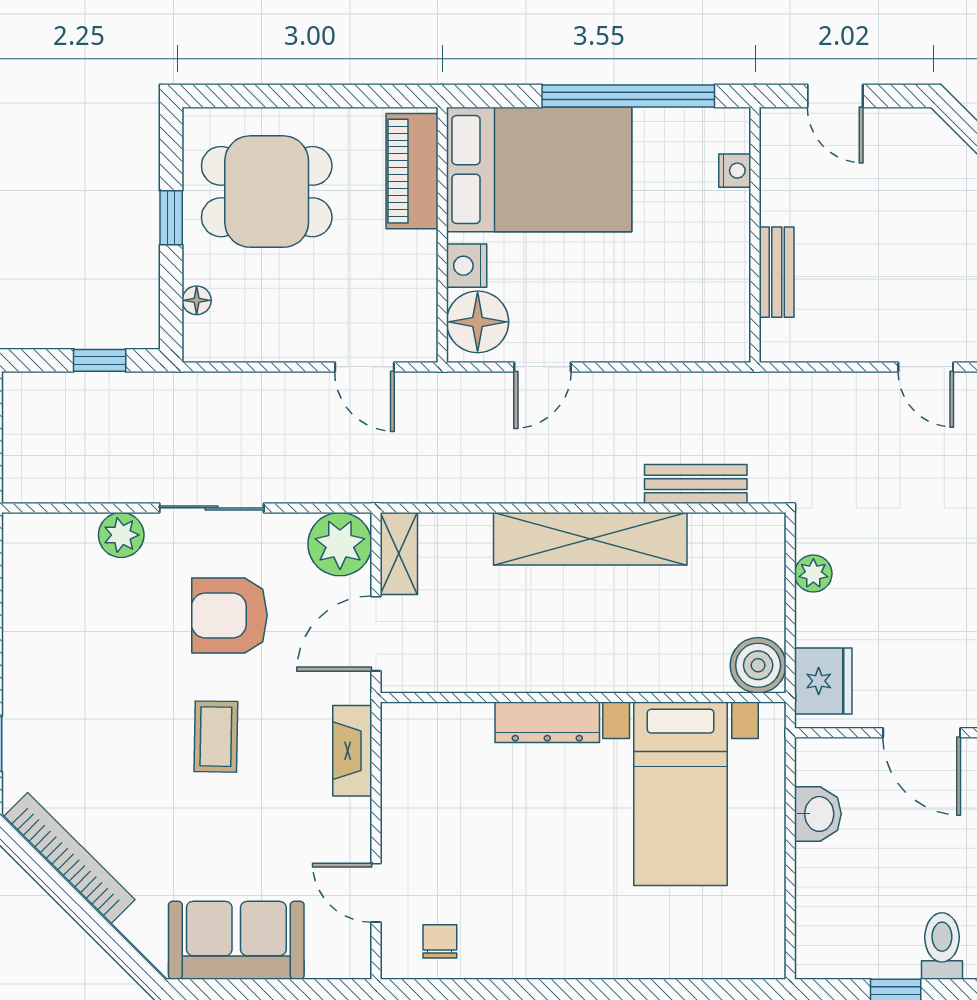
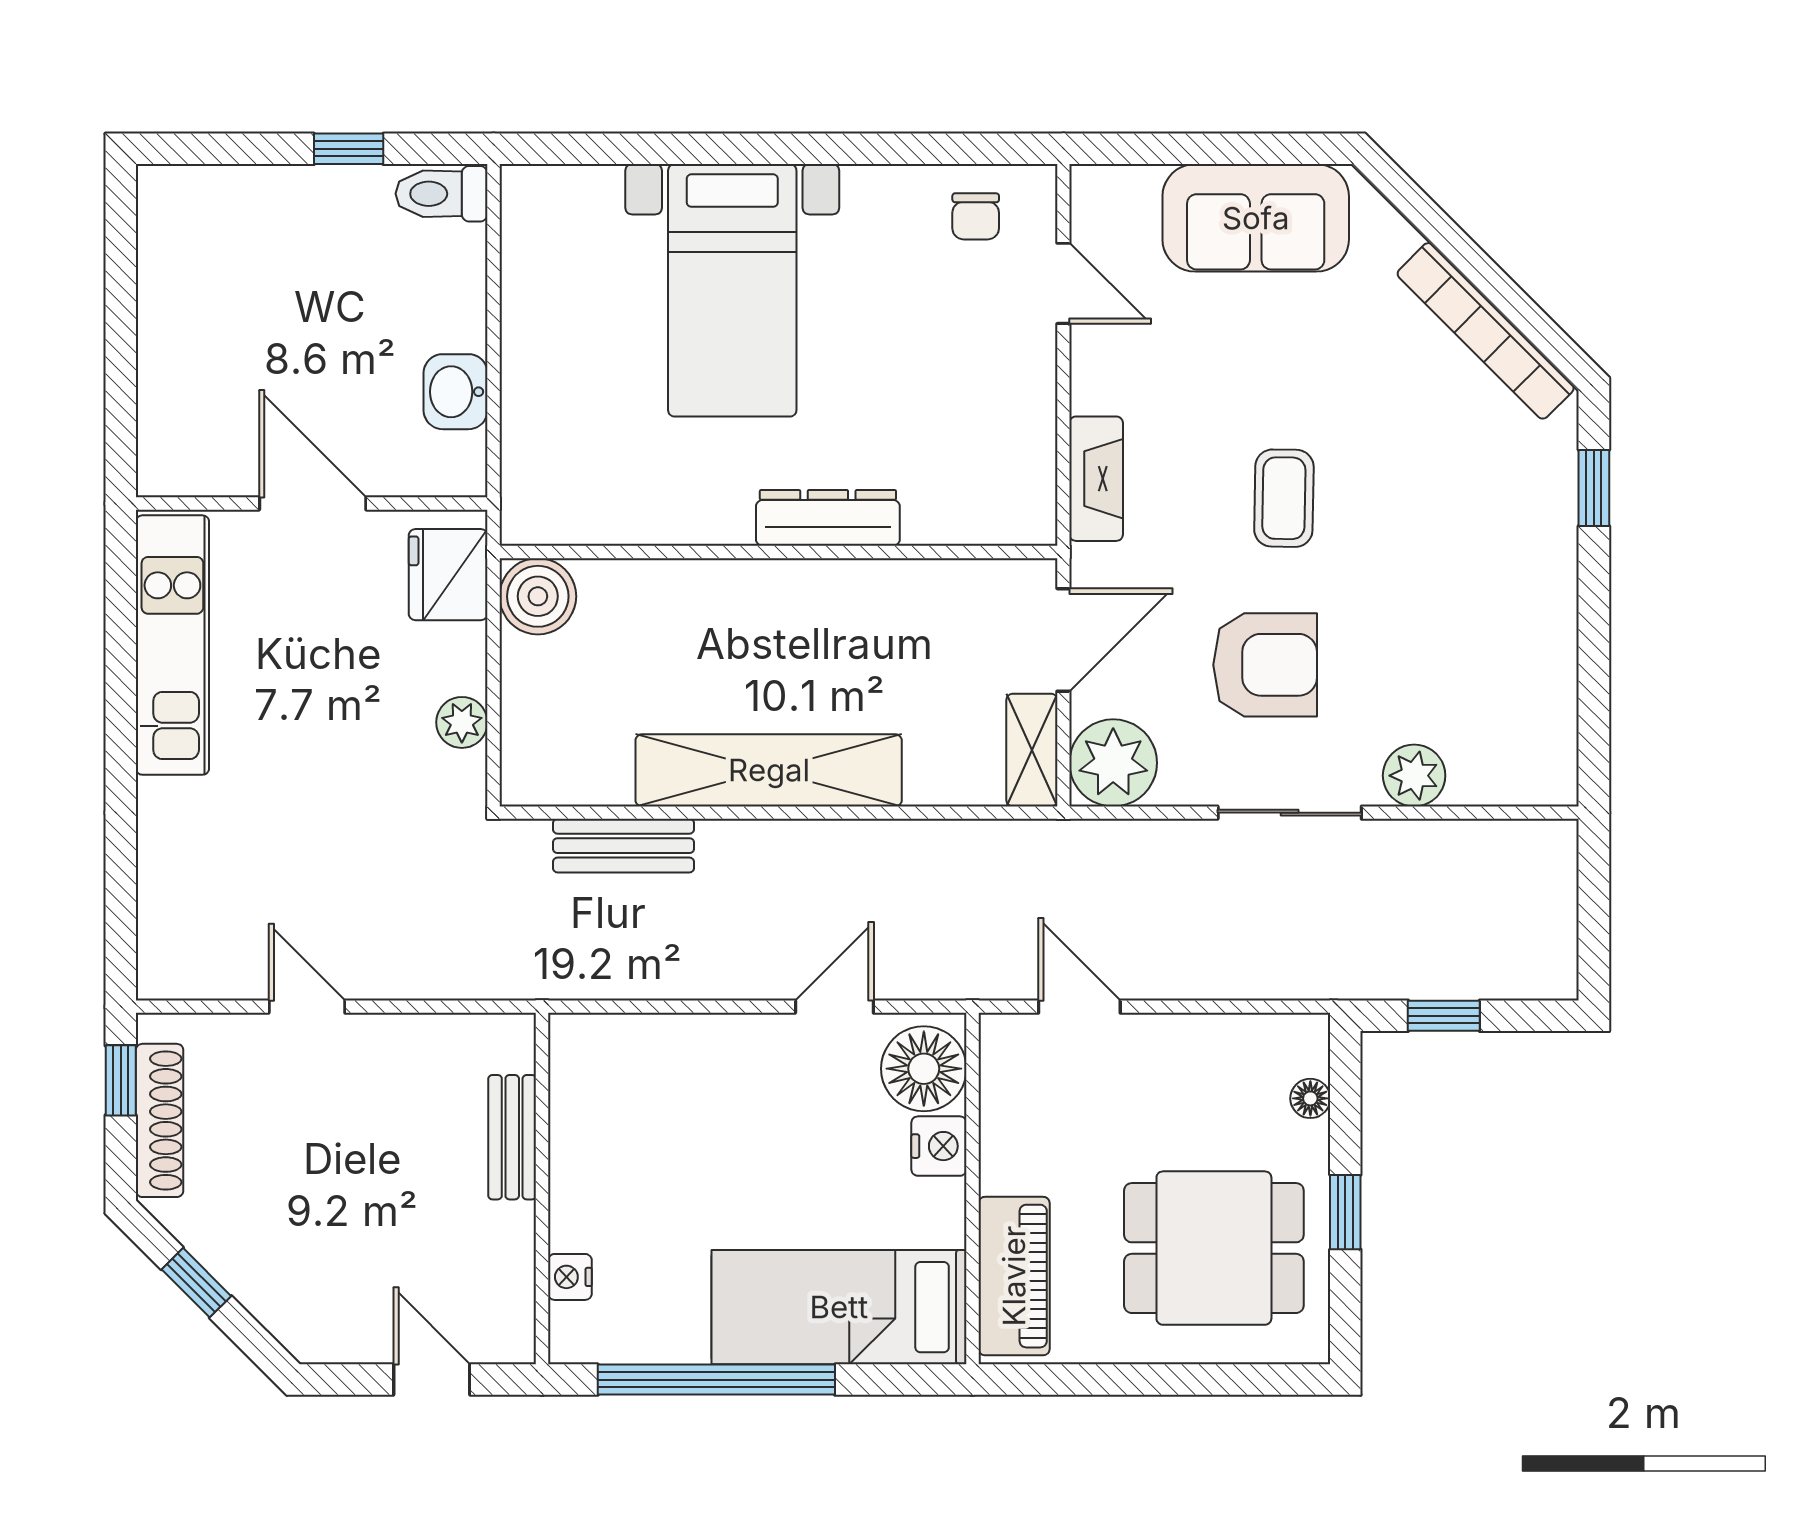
bed: (539, 169) -> (839, 1307), width x0.67
bed with nightstands: (681, 794) -> (732, 290), moved, turned 180
toilet: (942, 946) -> (442, 194), moved, turned 90

